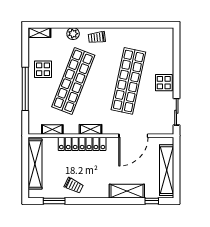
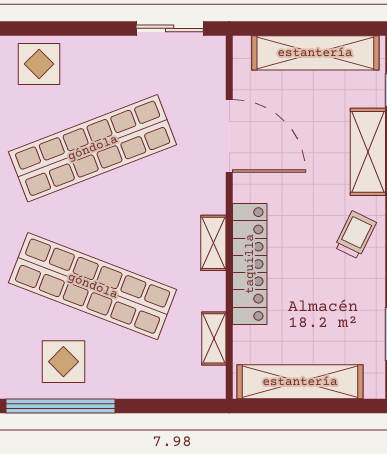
shop shelf: (128, 81) -> (93, 148), turned -33
display table: (164, 83) -> (39, 64), moved
window: (25, 89) -> (60, 406), moved
trolley: (74, 186) -> (355, 235), moved

